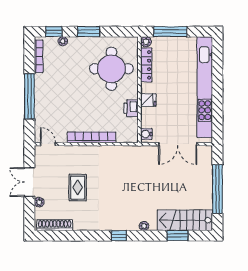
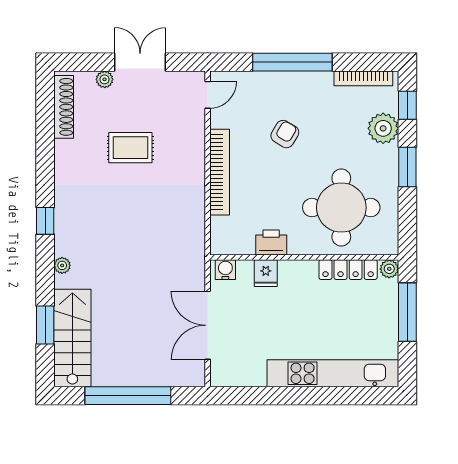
plant: (63, 41) -> (383, 128), width x1.88, depth x1.88
kitchen unit: (205, 87) -> (333, 373), width x0.73
fridge: (148, 100) -> (266, 273), moved
armchair: (70, 101) -> (285, 134), added

